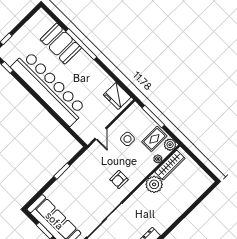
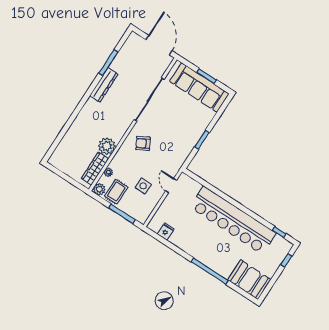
booth: (61, 44) -> (249, 280), moved
fridge: (117, 96) -> (166, 232), width x0.53, depth x0.75
armchair: (119, 179) -> (143, 143), turned -119

